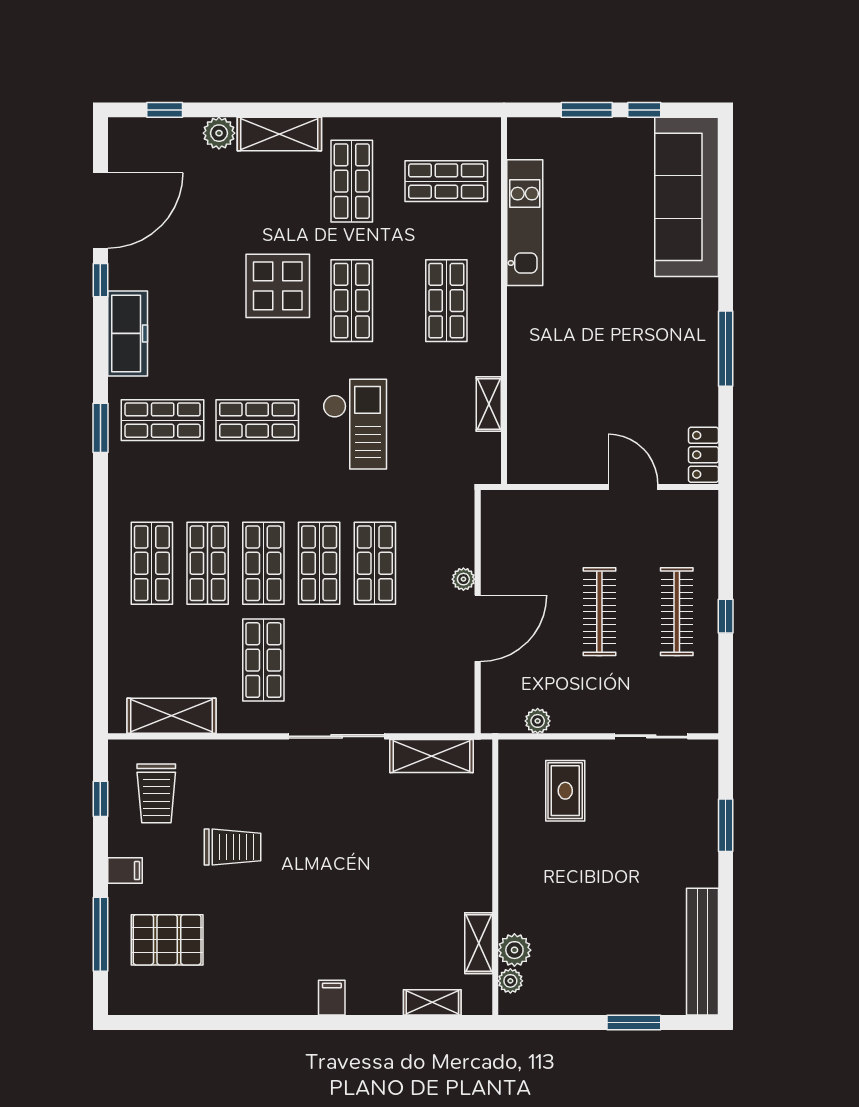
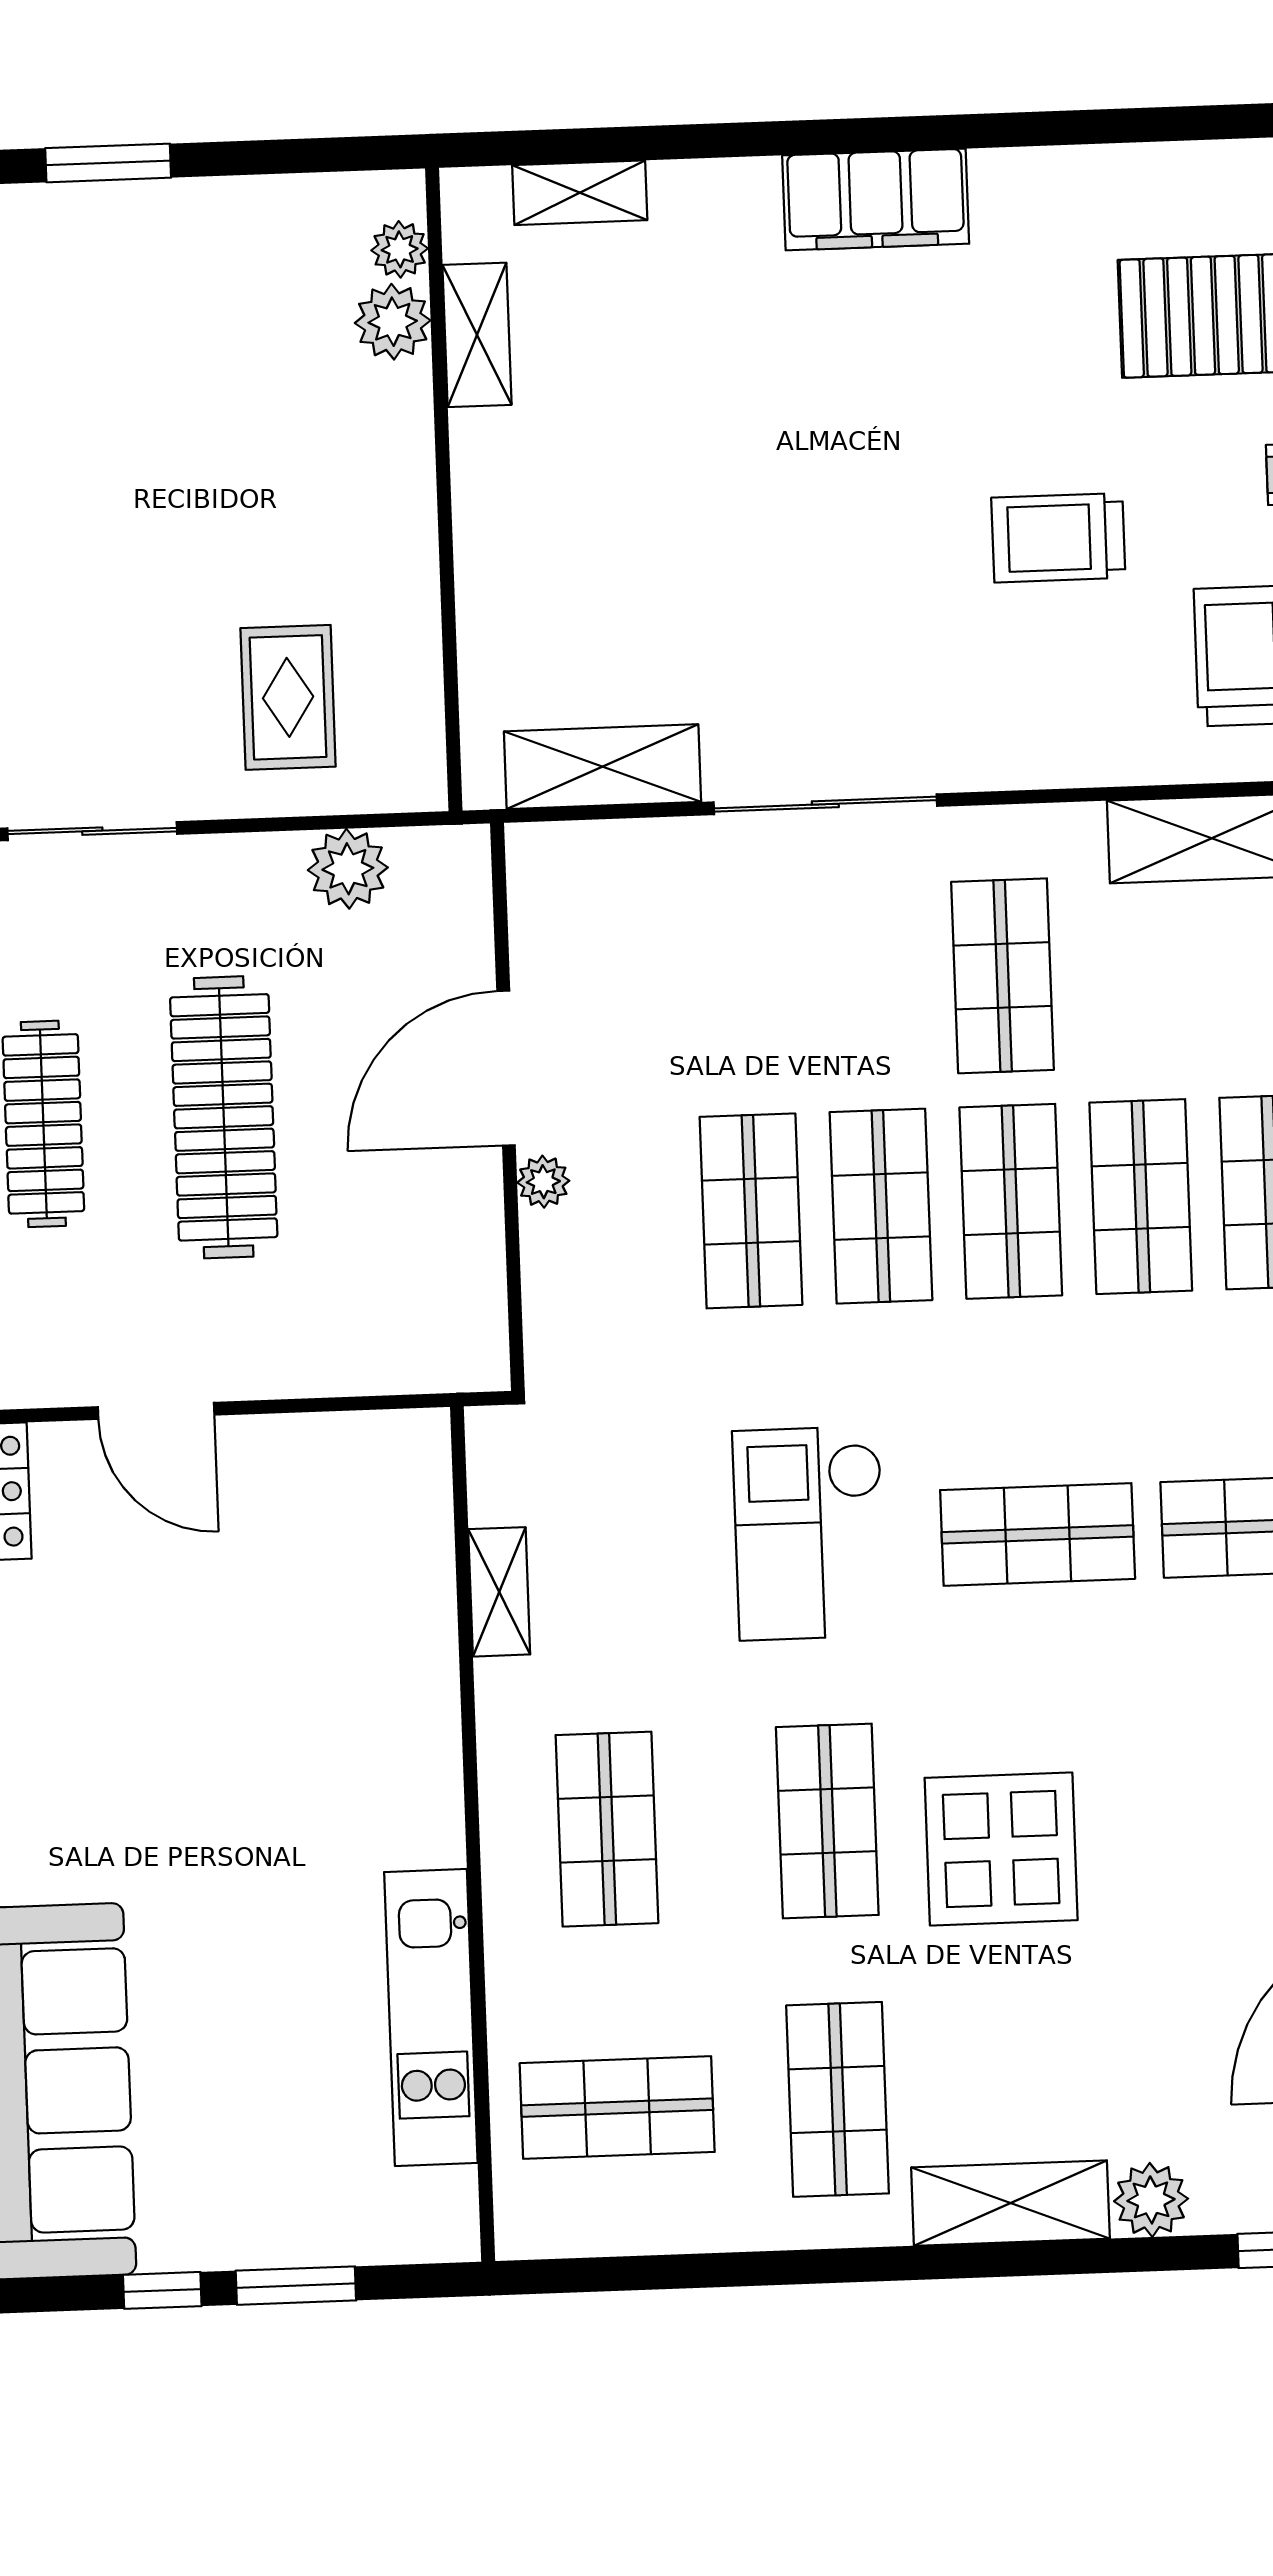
clothes rail: (599, 612) -> (224, 1117), width x1.37, depth x1.31
plant: (538, 721) -> (348, 869), width x1.38, depth x1.38
filing cabinet: (332, 998) -> (876, 200), width x3.00, depth x1.17

